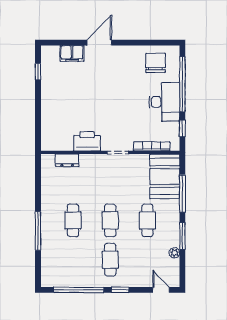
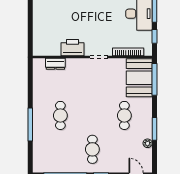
window: (182, 194) -> (154, 79), moved
cafe table: (110, 220) -> (92, 115), removed

